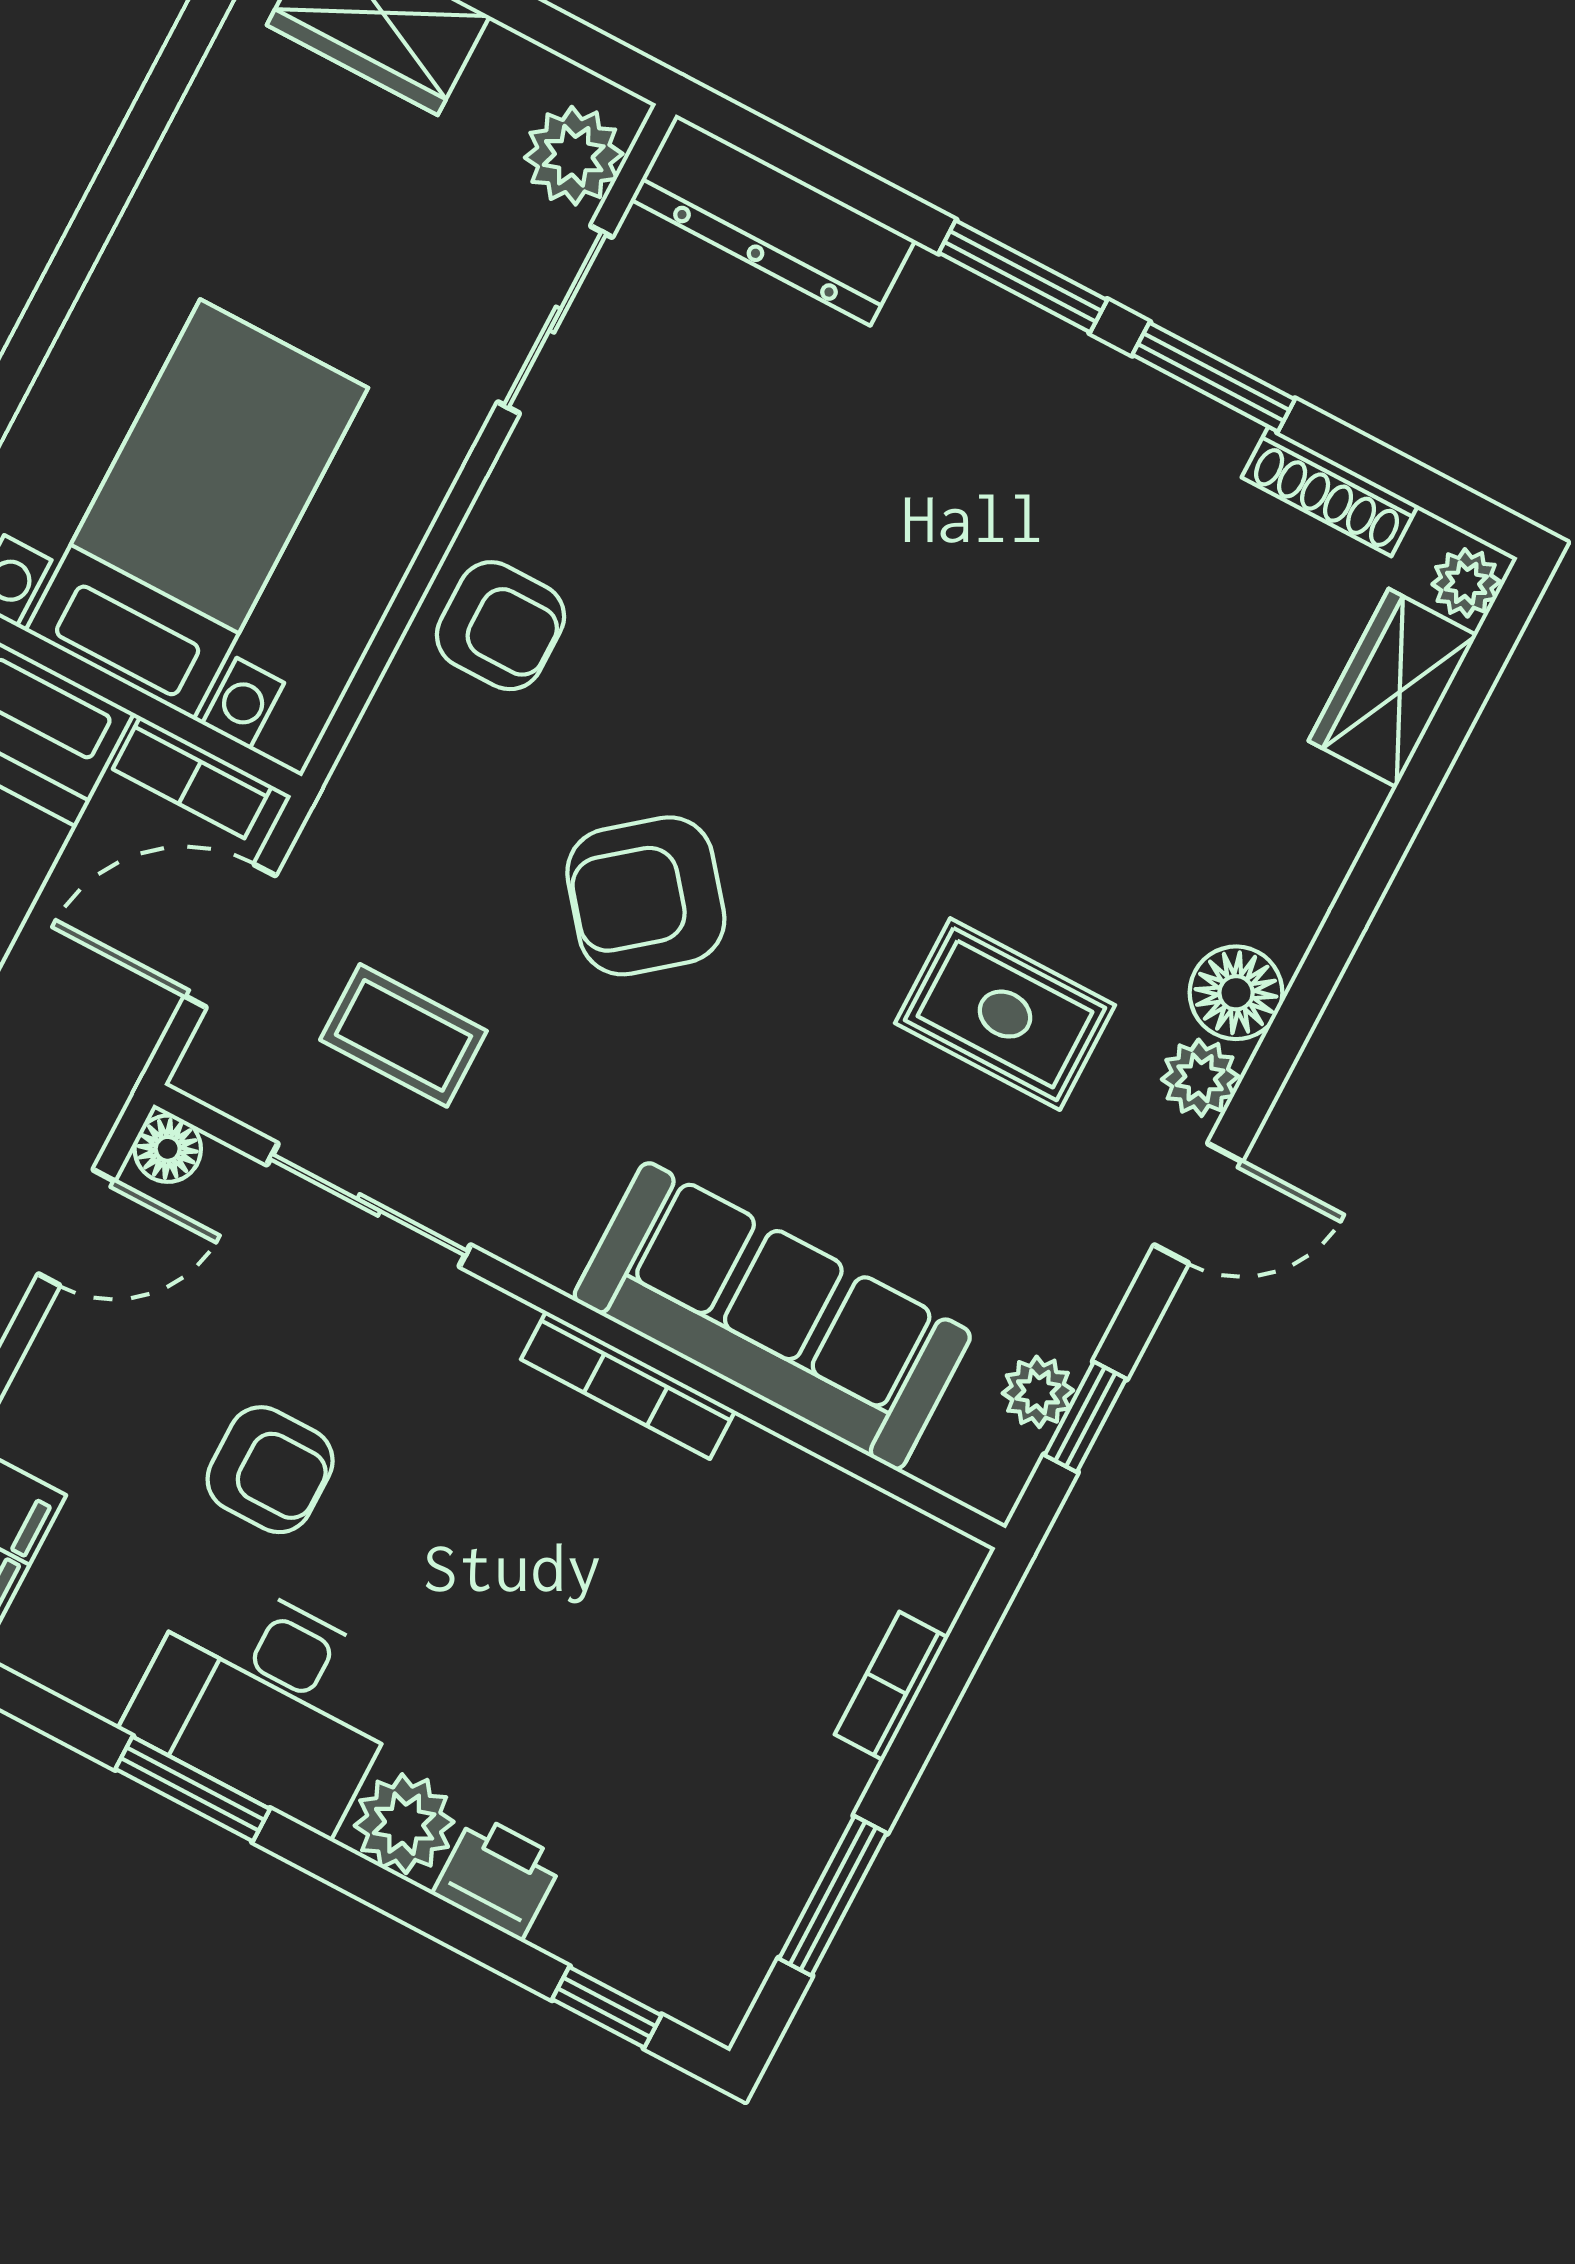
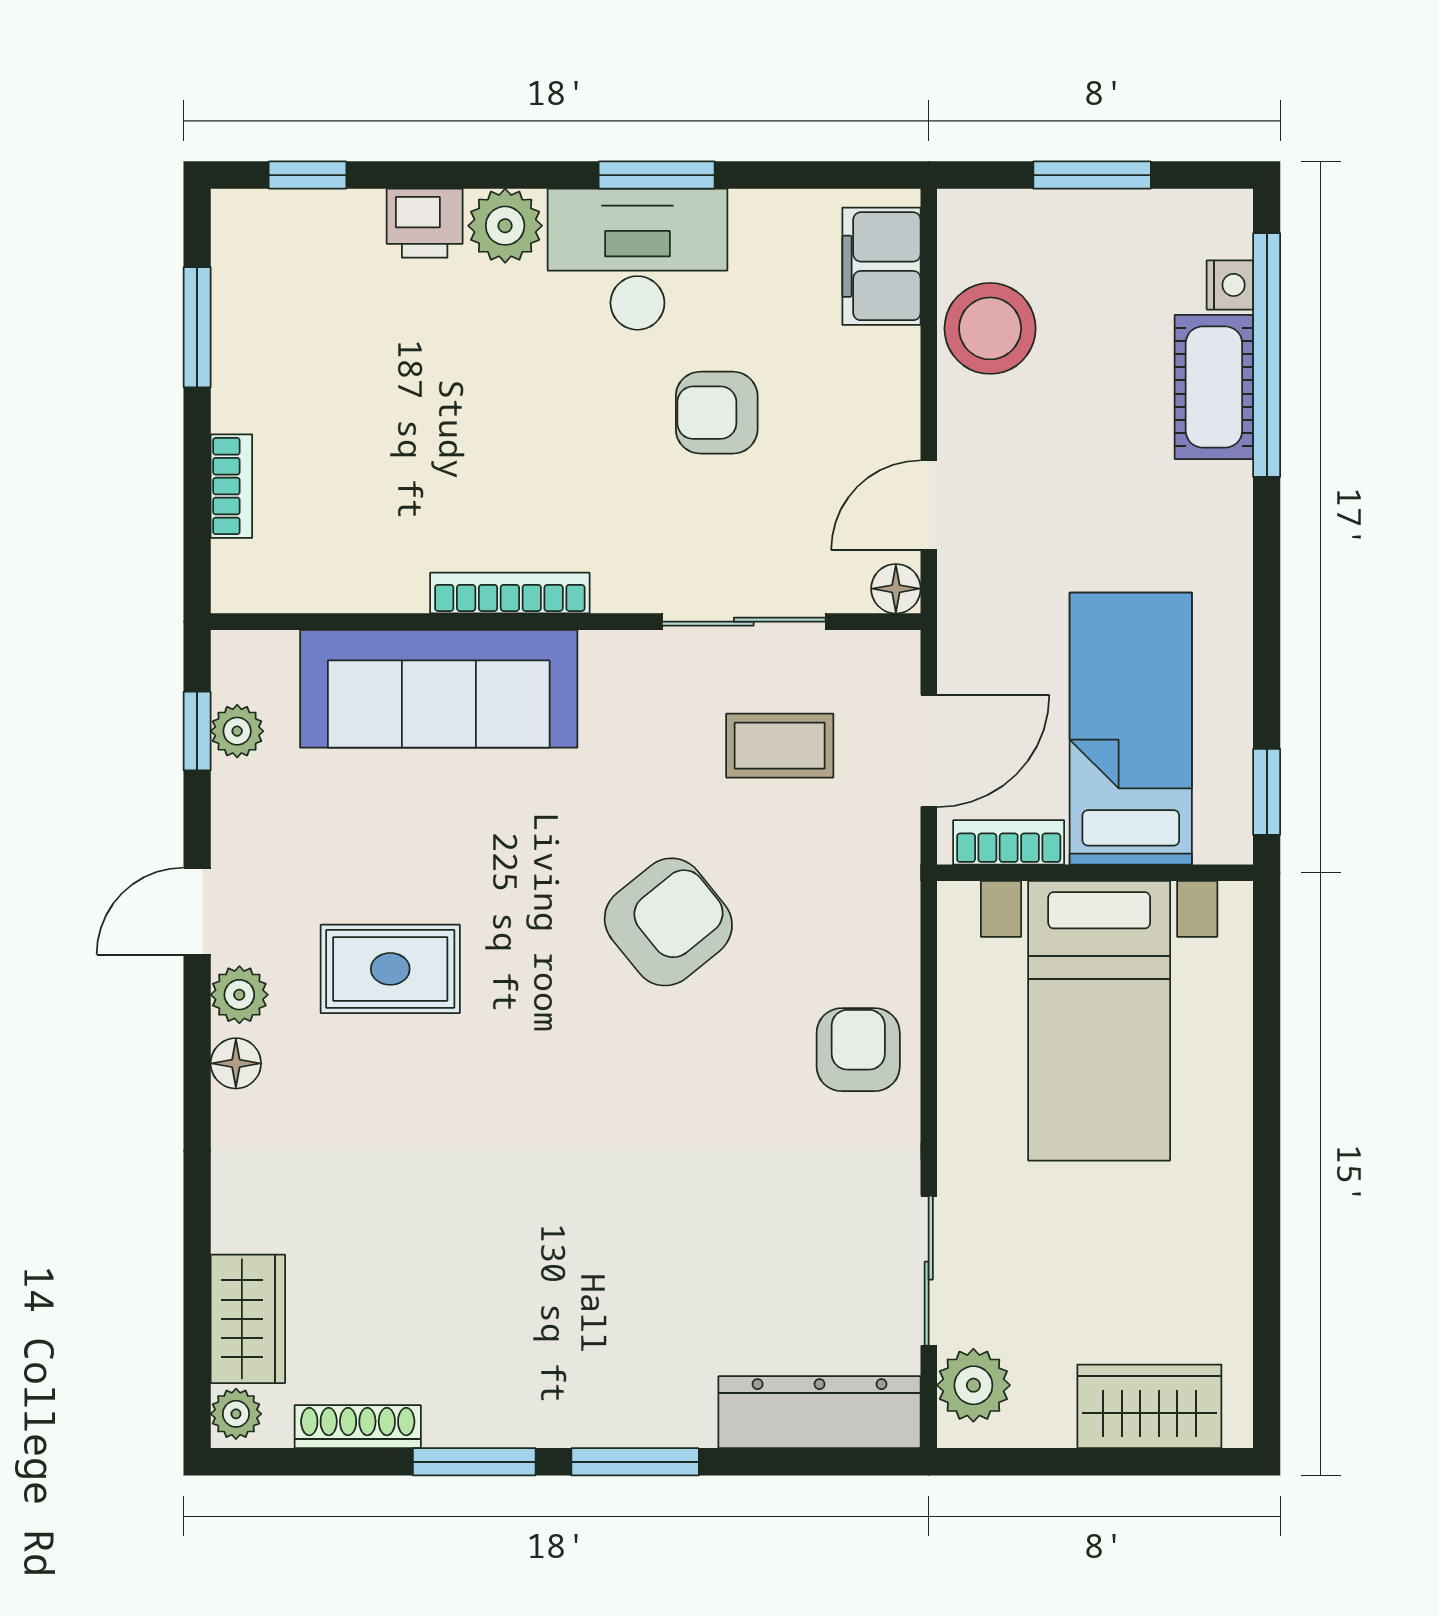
armchair: (500, 626) -> (858, 1050), turned 90
floor lamp: (1236, 993) -> (236, 1063), width x0.73, depth x0.73

